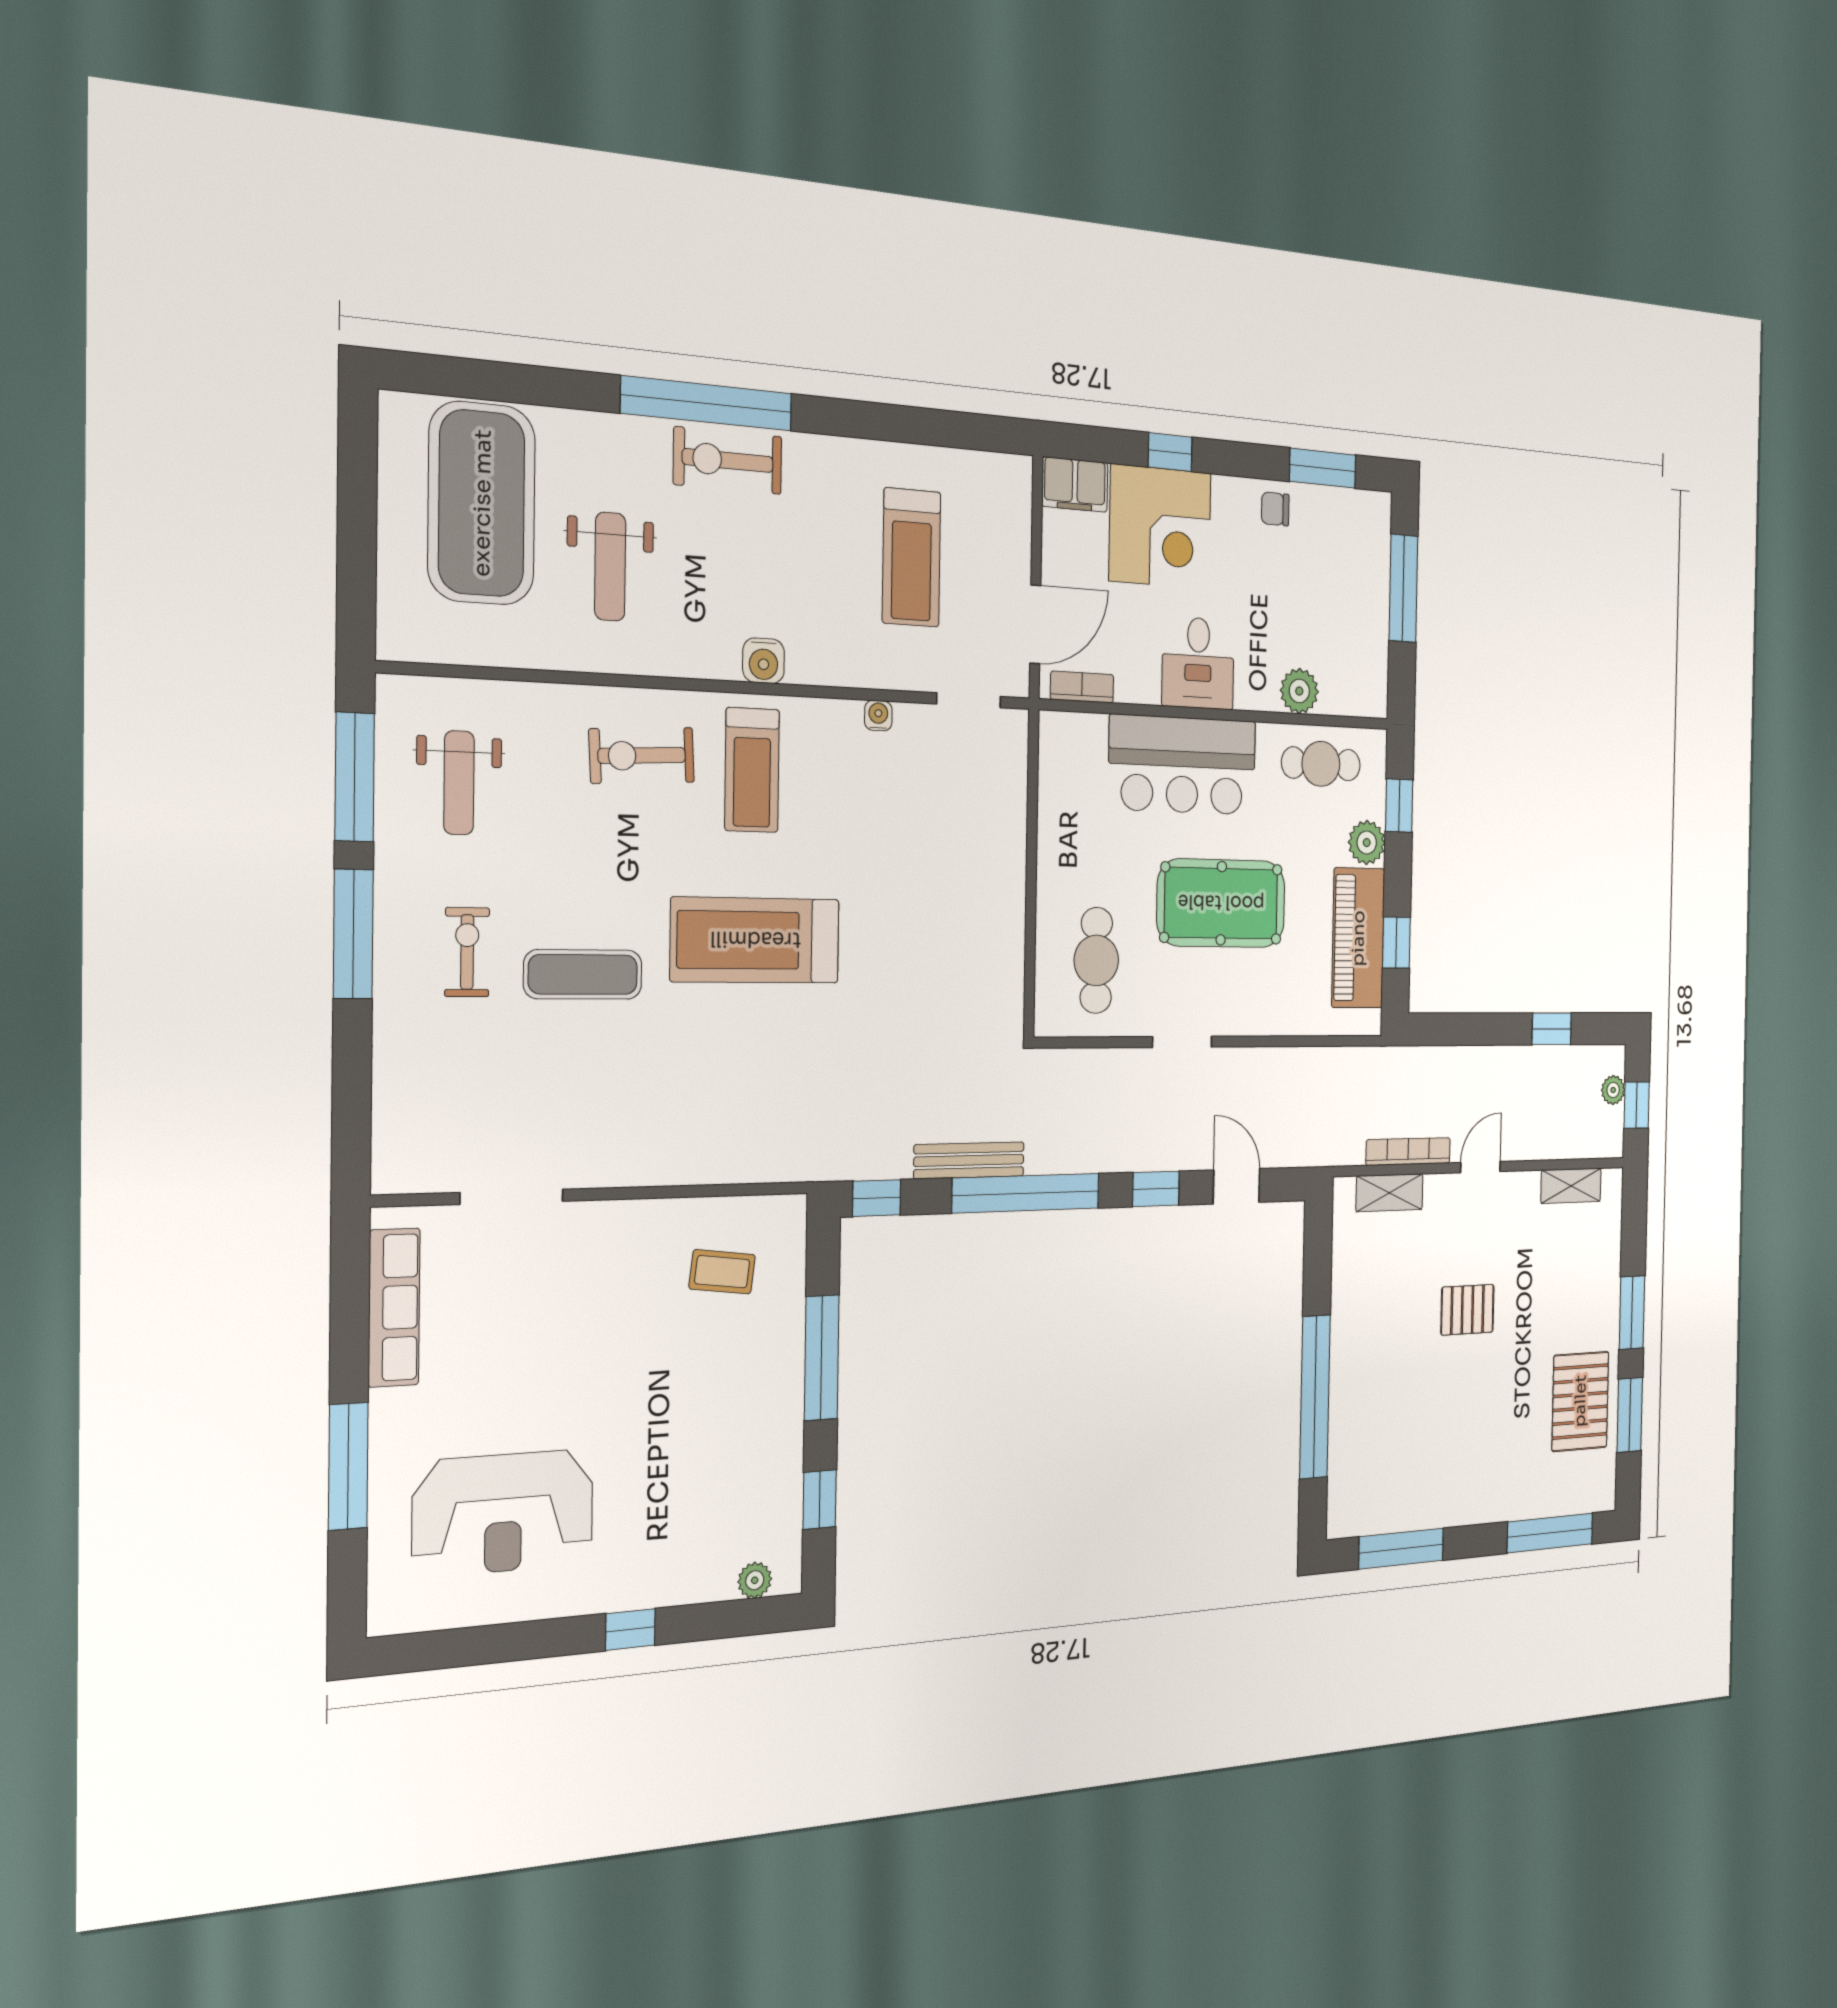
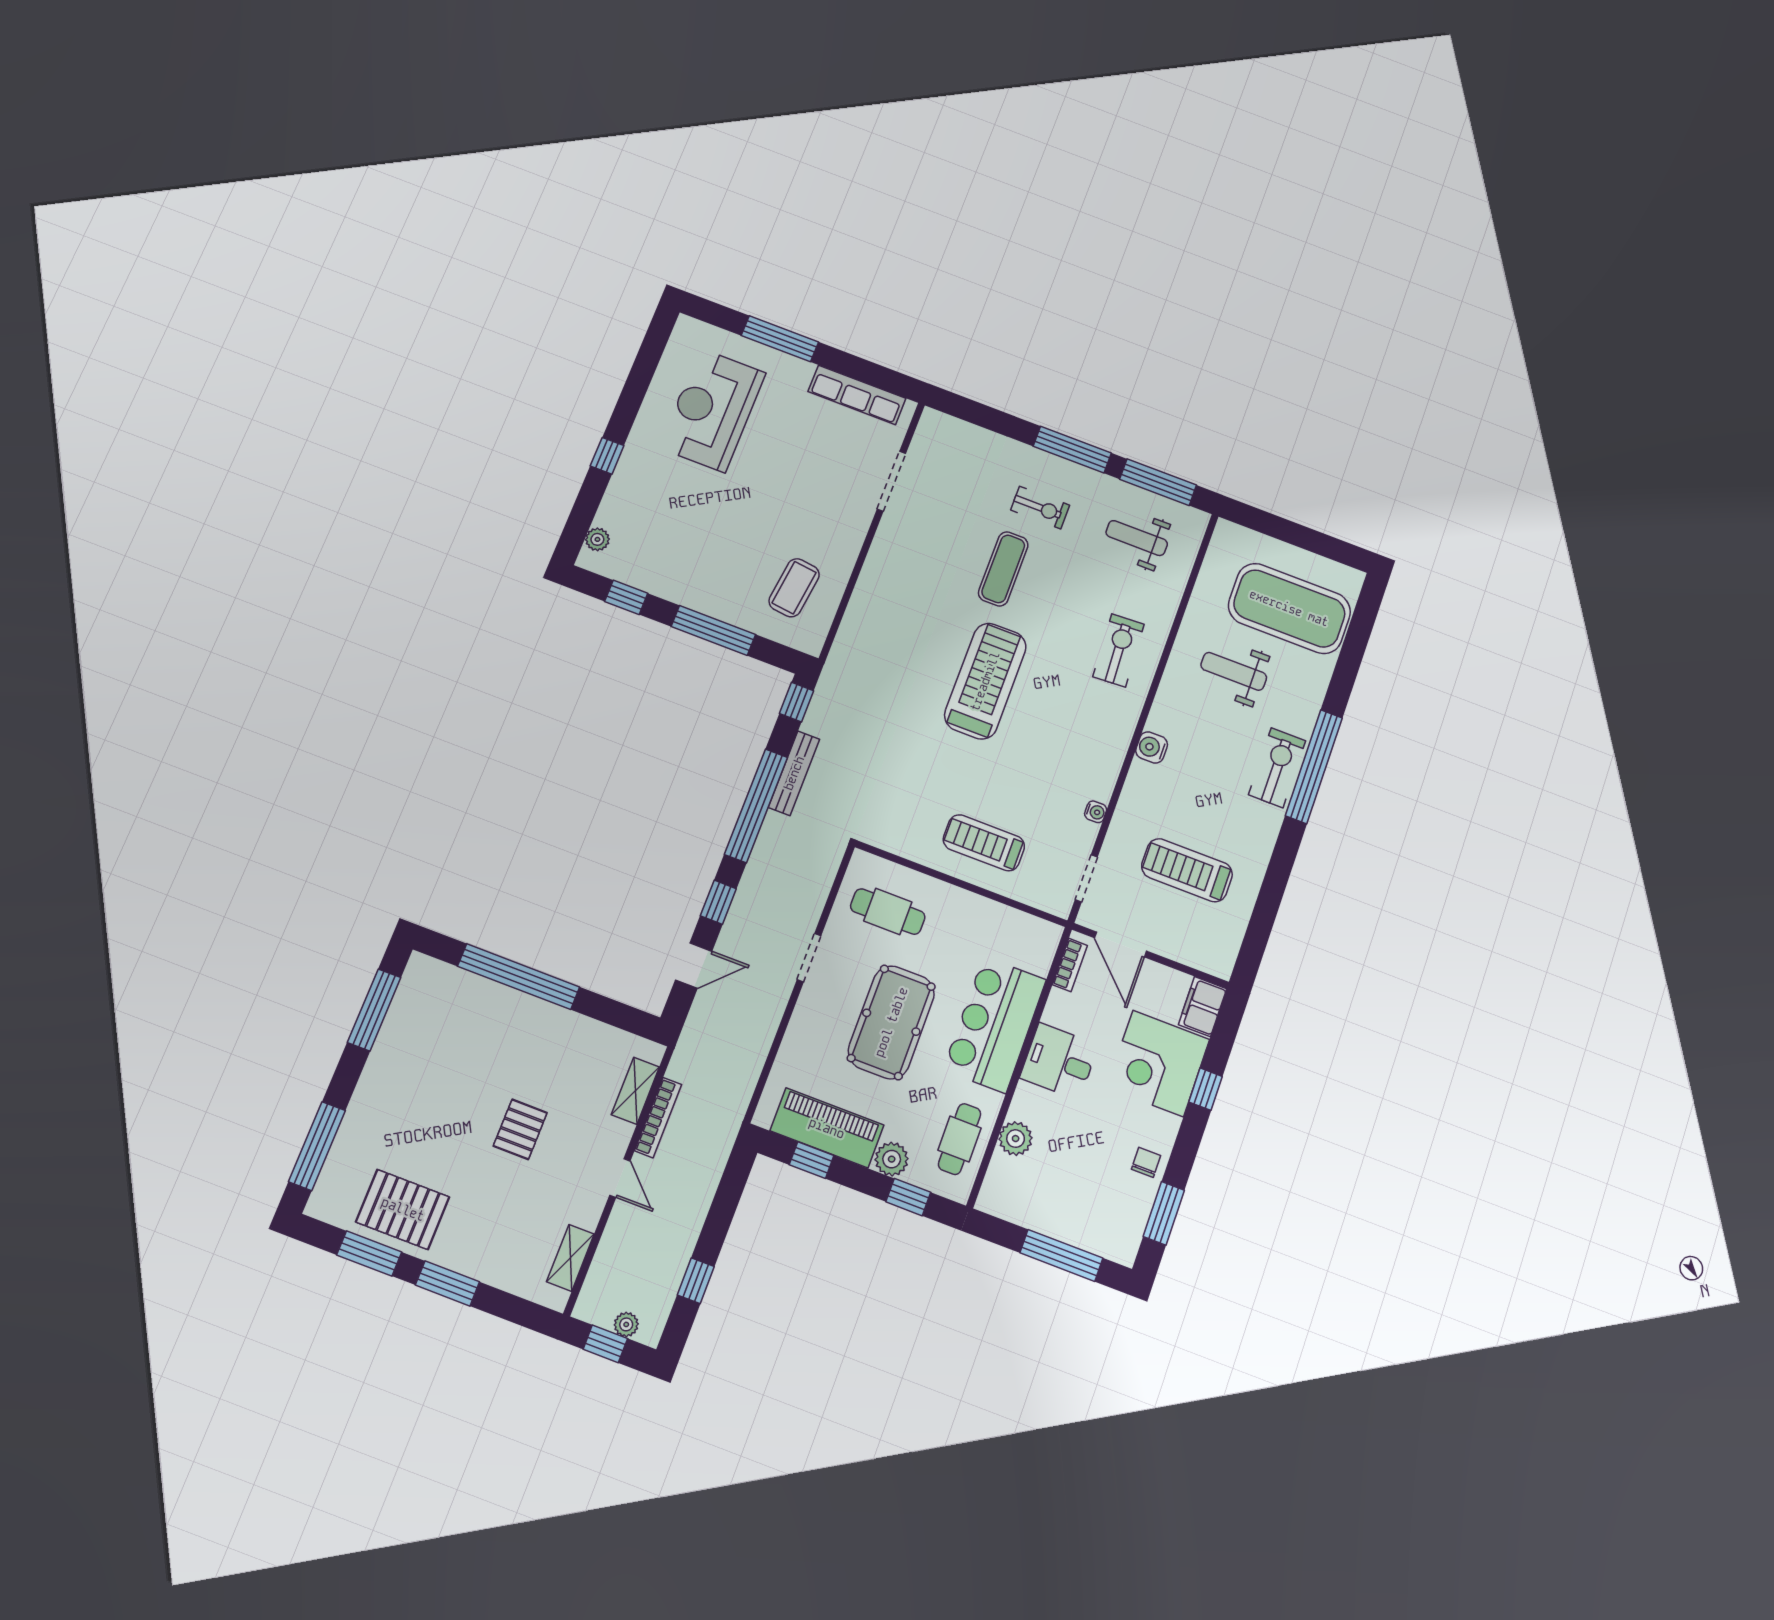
treadmill: (752, 770) -> (984, 843), moved
coffee table: (722, 1272) -> (794, 588), width x1.36, depth x1.30

